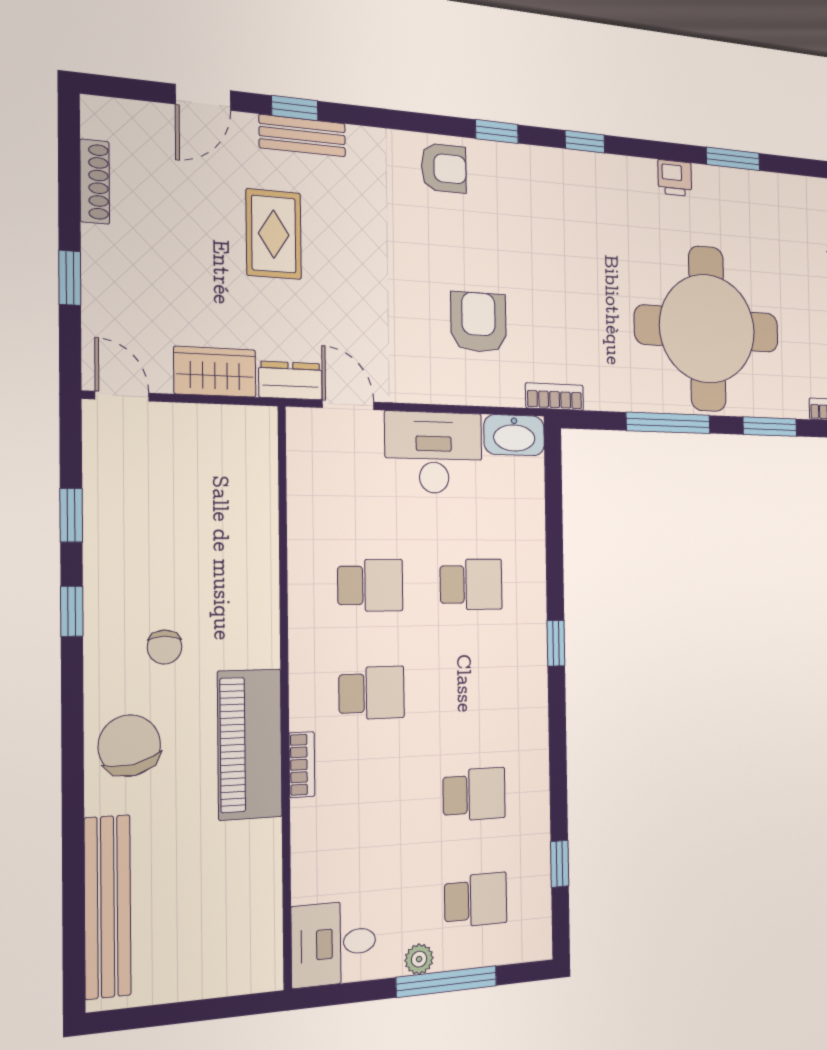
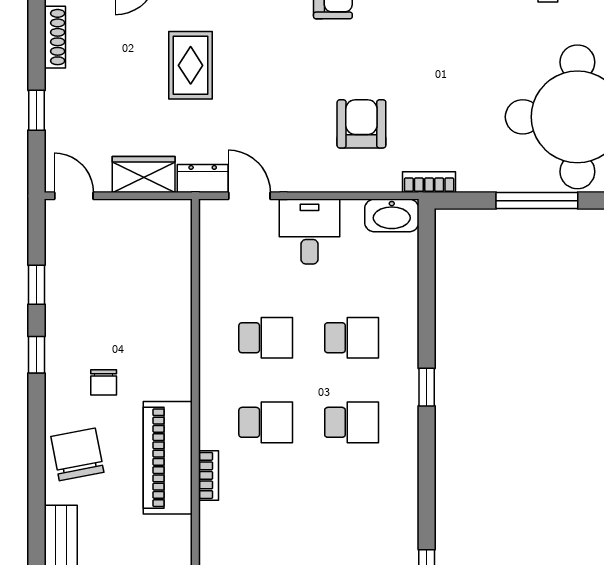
desk: (434, 453) -> (310, 232), width x0.73
school desk: (474, 794) -> (352, 422), moved

